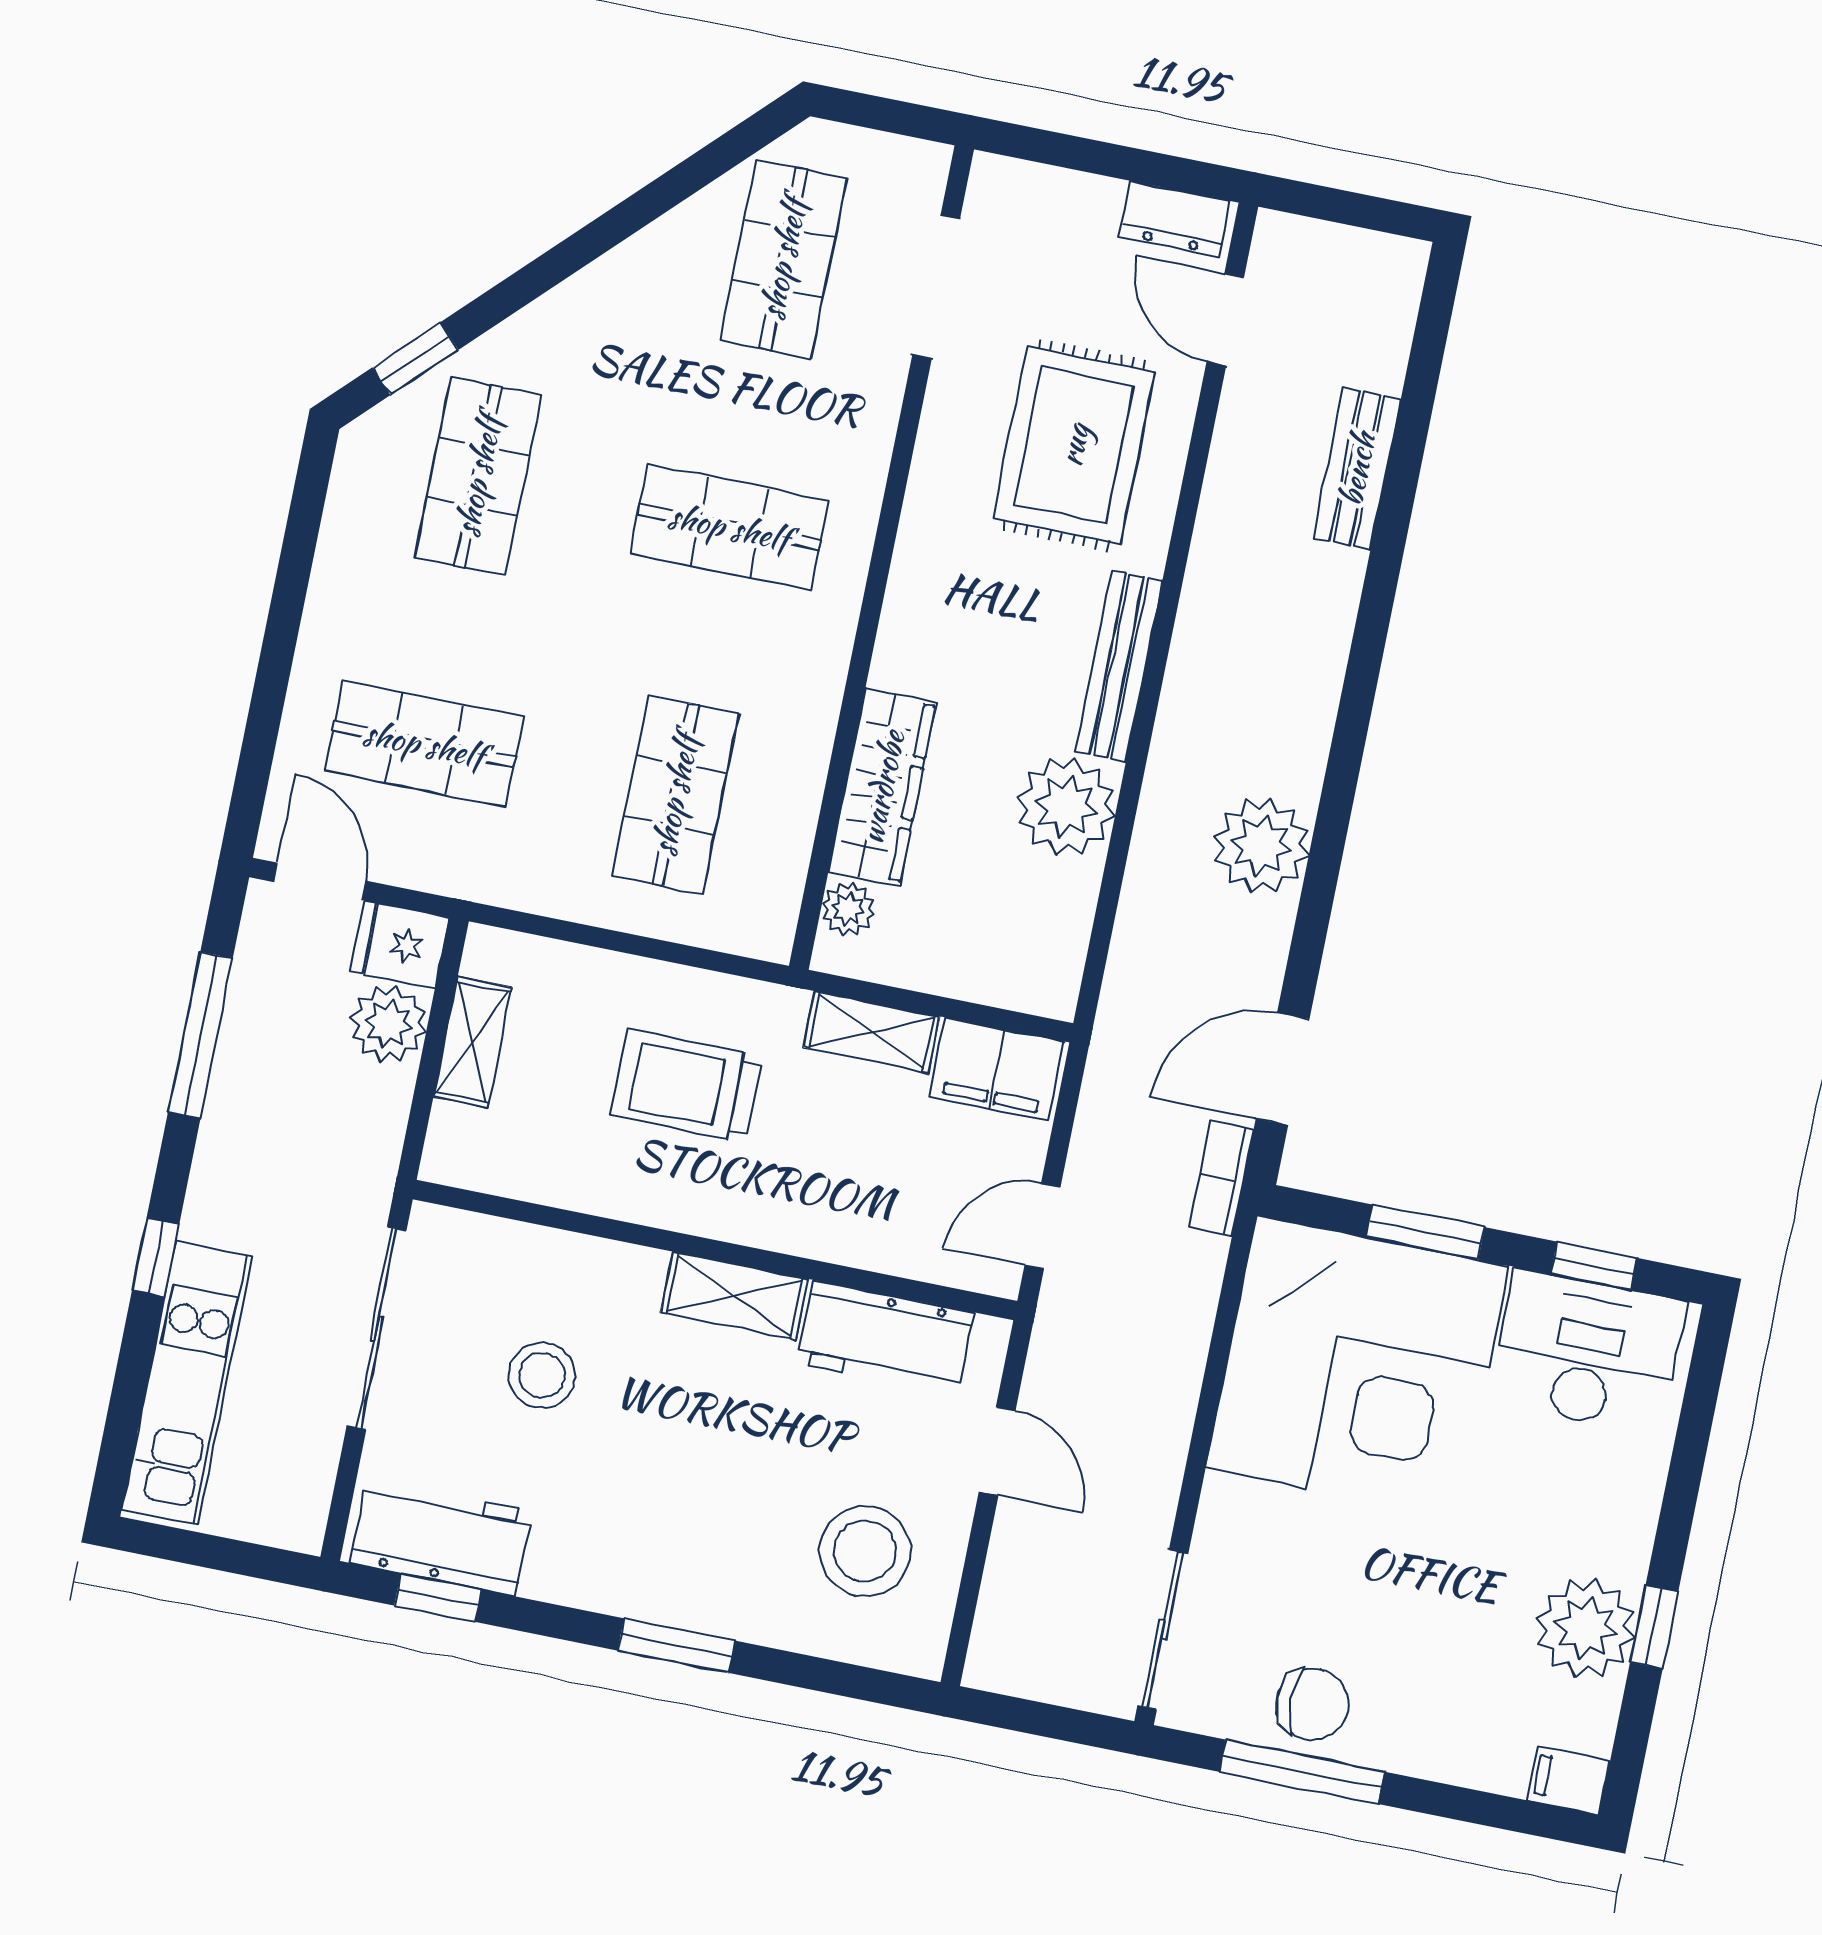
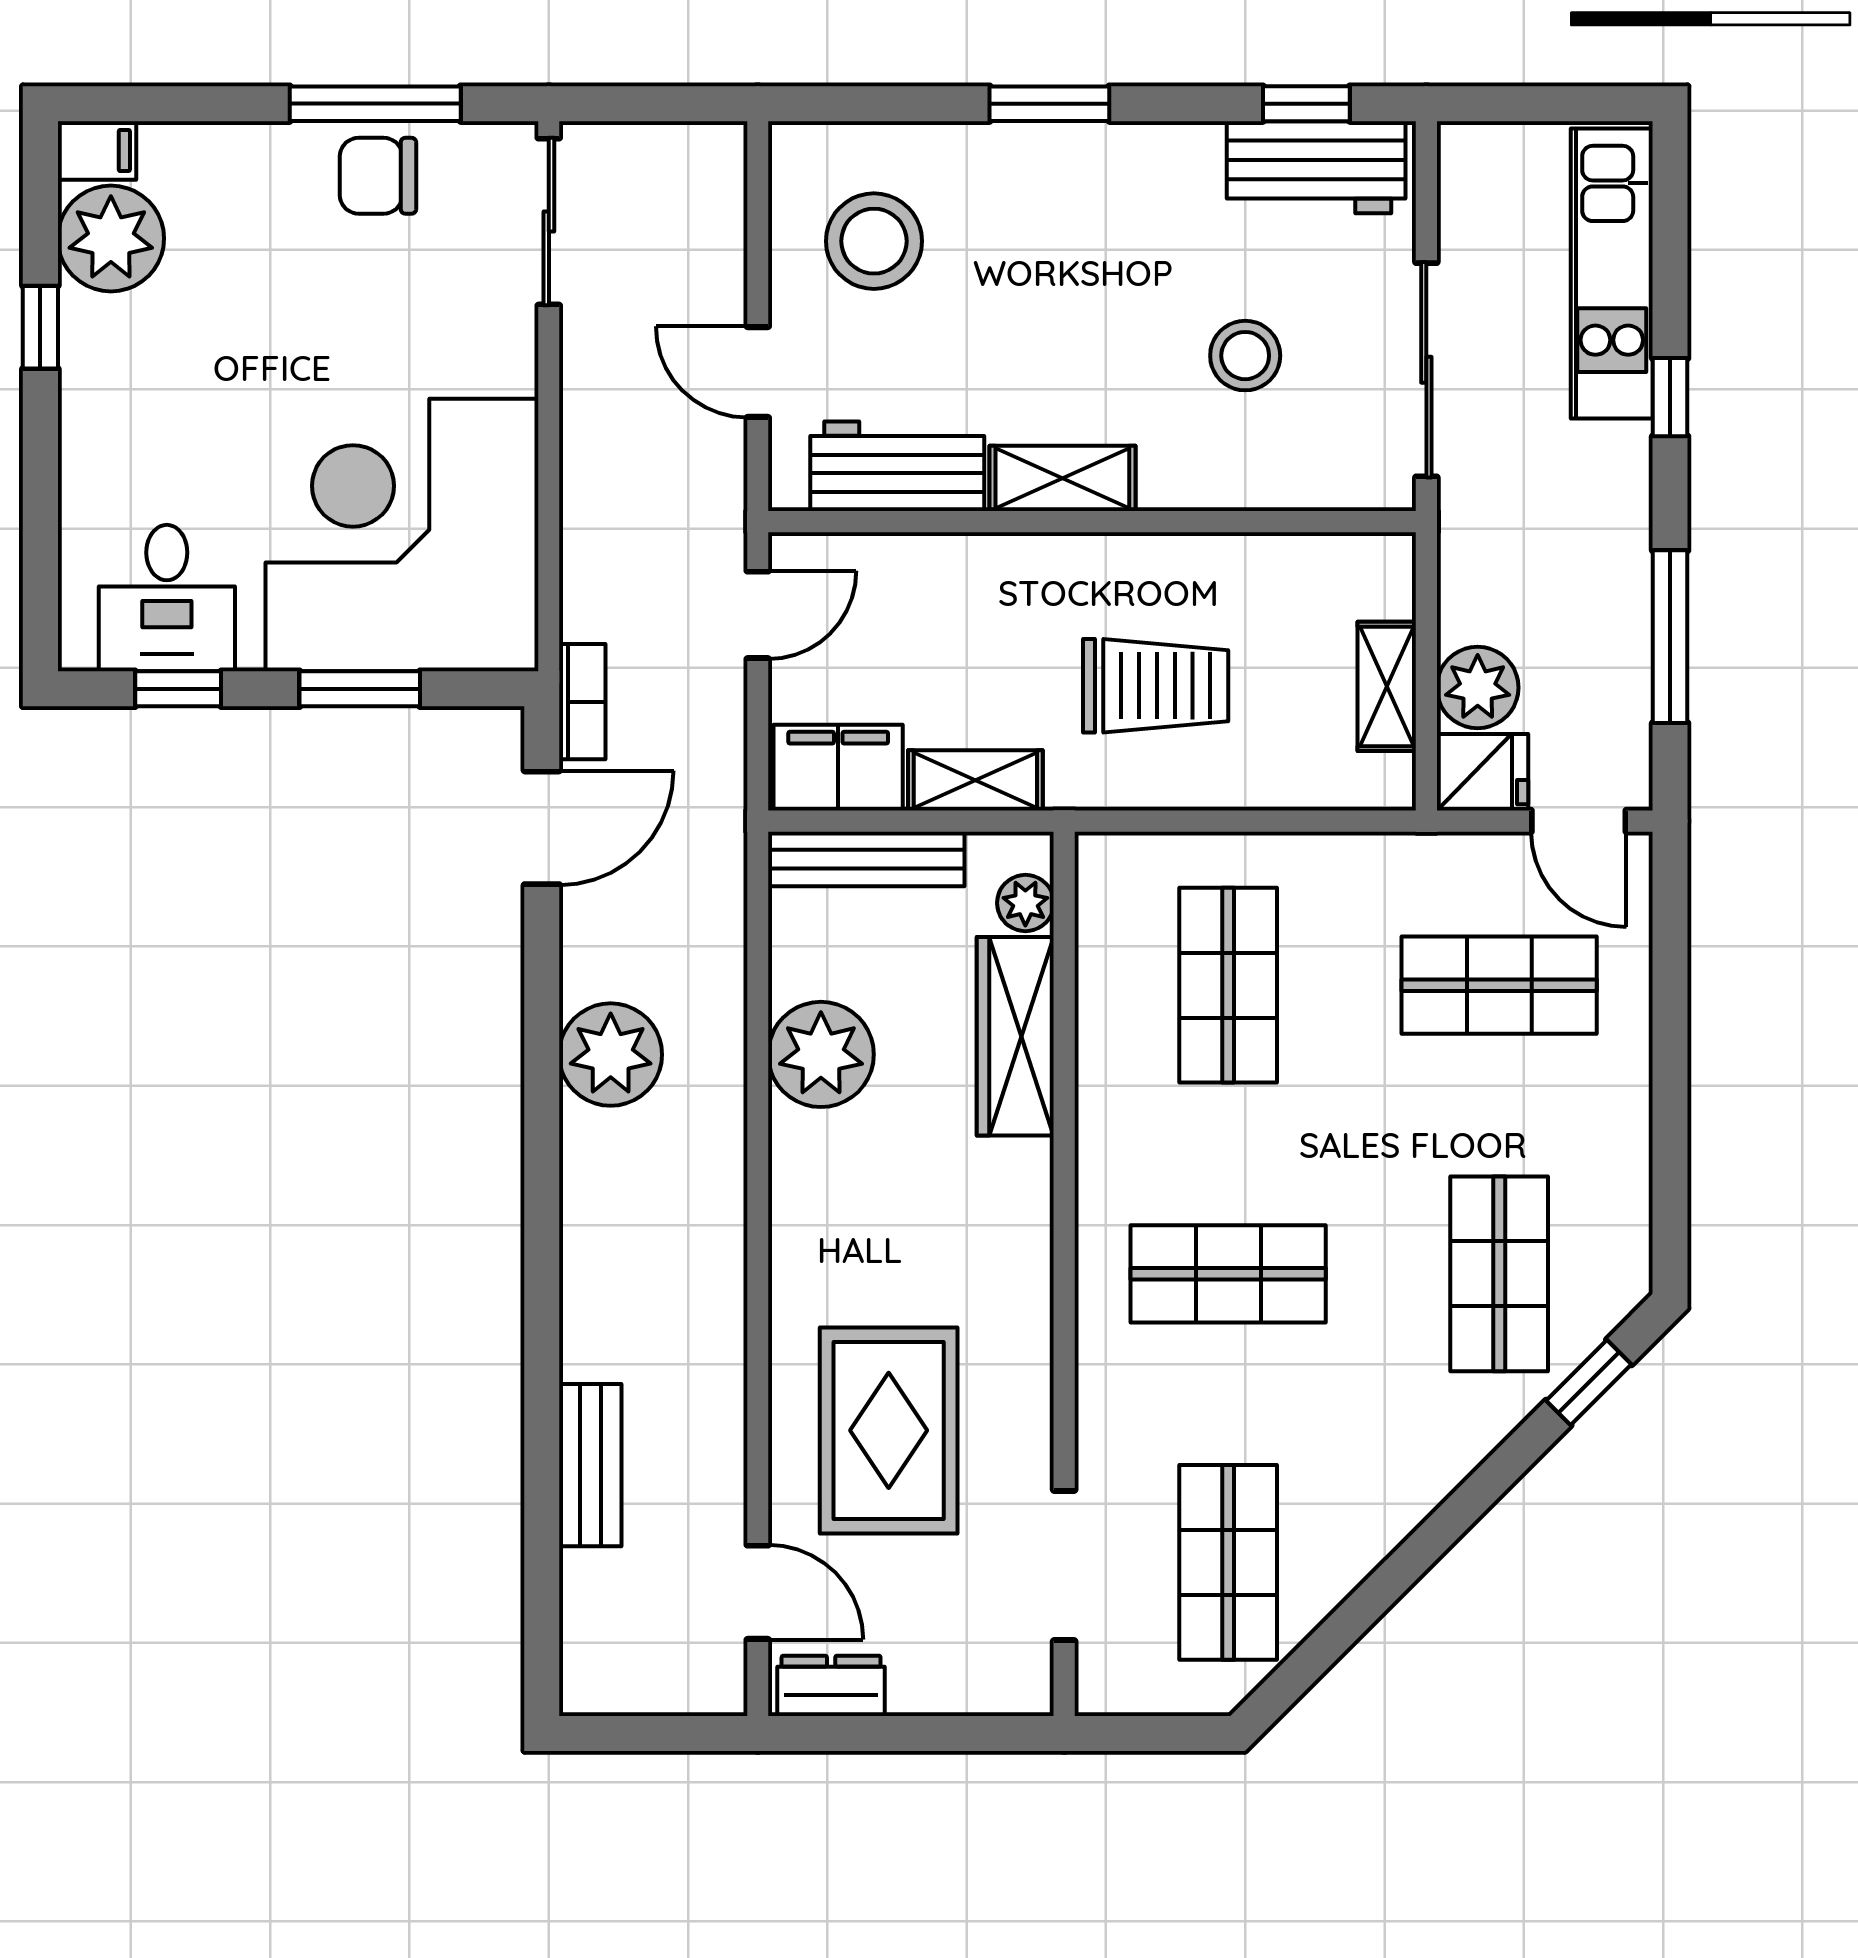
bench: (1119, 666) -> (866, 859), moved, turned 90
desk: (1587, 1352) -> (167, 598), width x0.73
plant: (1586, 1628) -> (111, 238), moved

